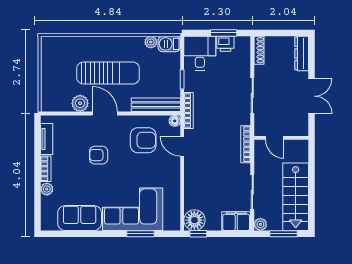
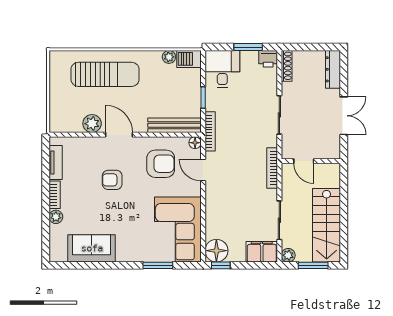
printer: (225, 44) -> (268, 59), moved
sun lounger: (108, 73) -> (105, 74), moved
corner sofa: (133, 209) -> (178, 229), moved, turned -90

